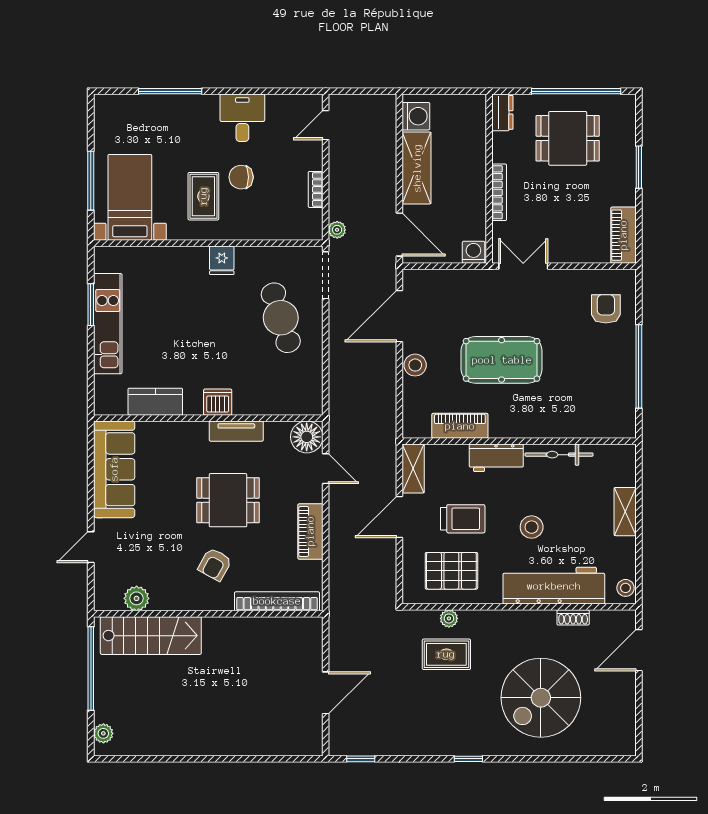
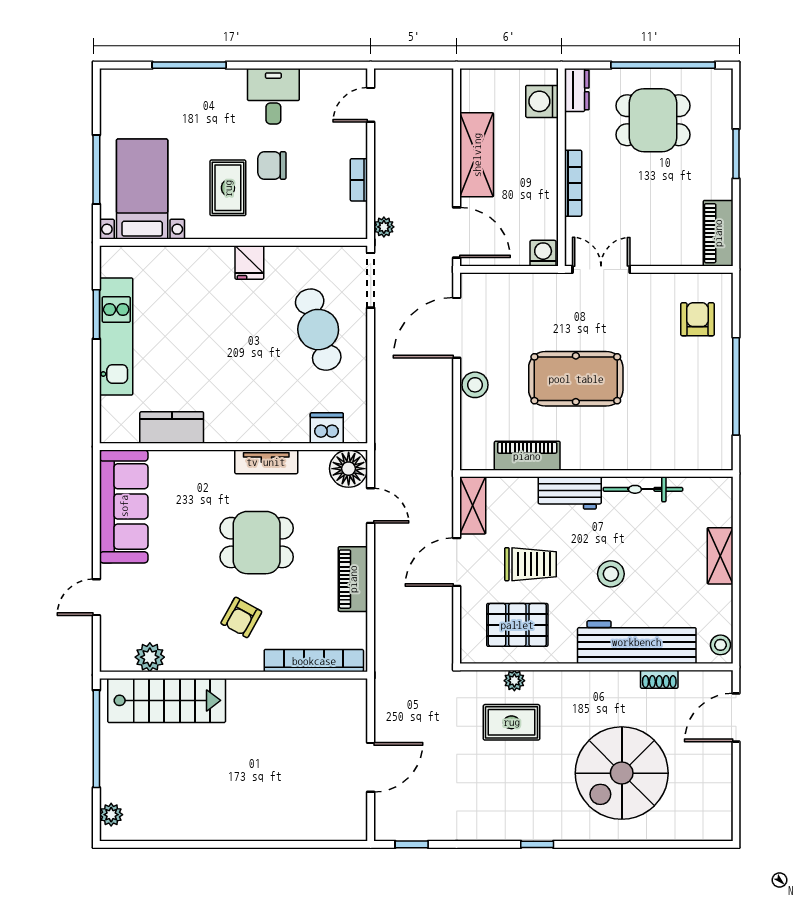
washing machine: (416, 116) -> (542, 101), moved, turned 180
dishwasher: (218, 402) -> (327, 428), moved

